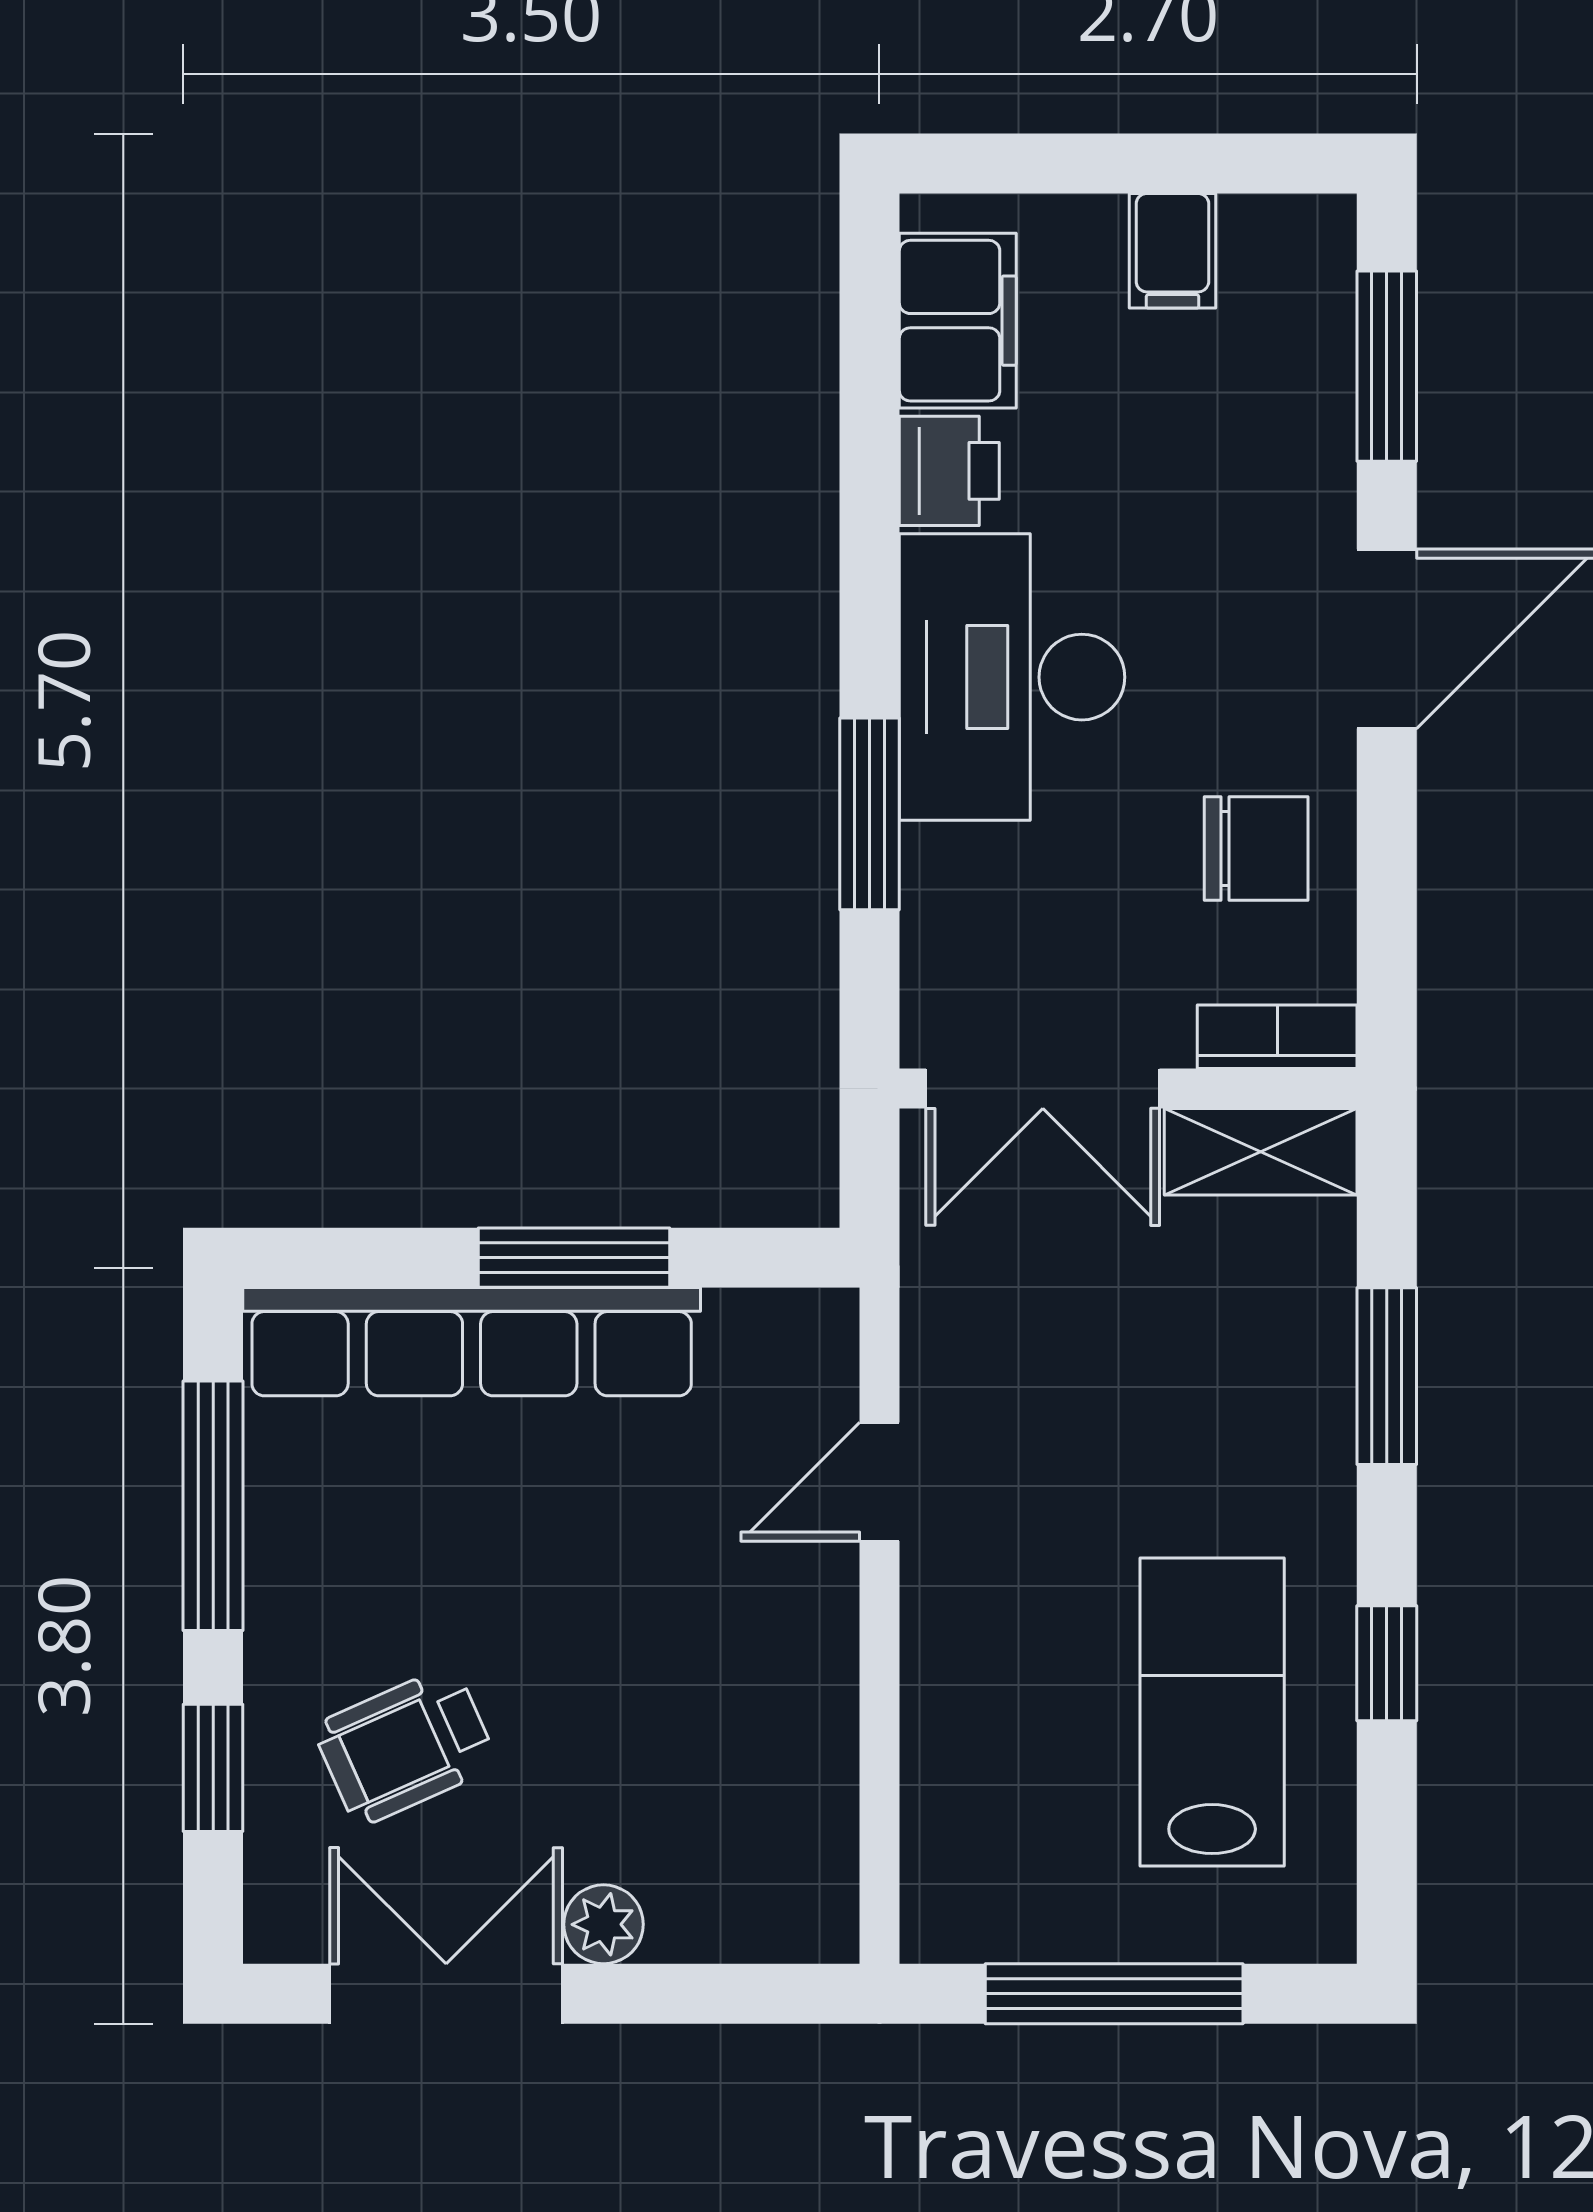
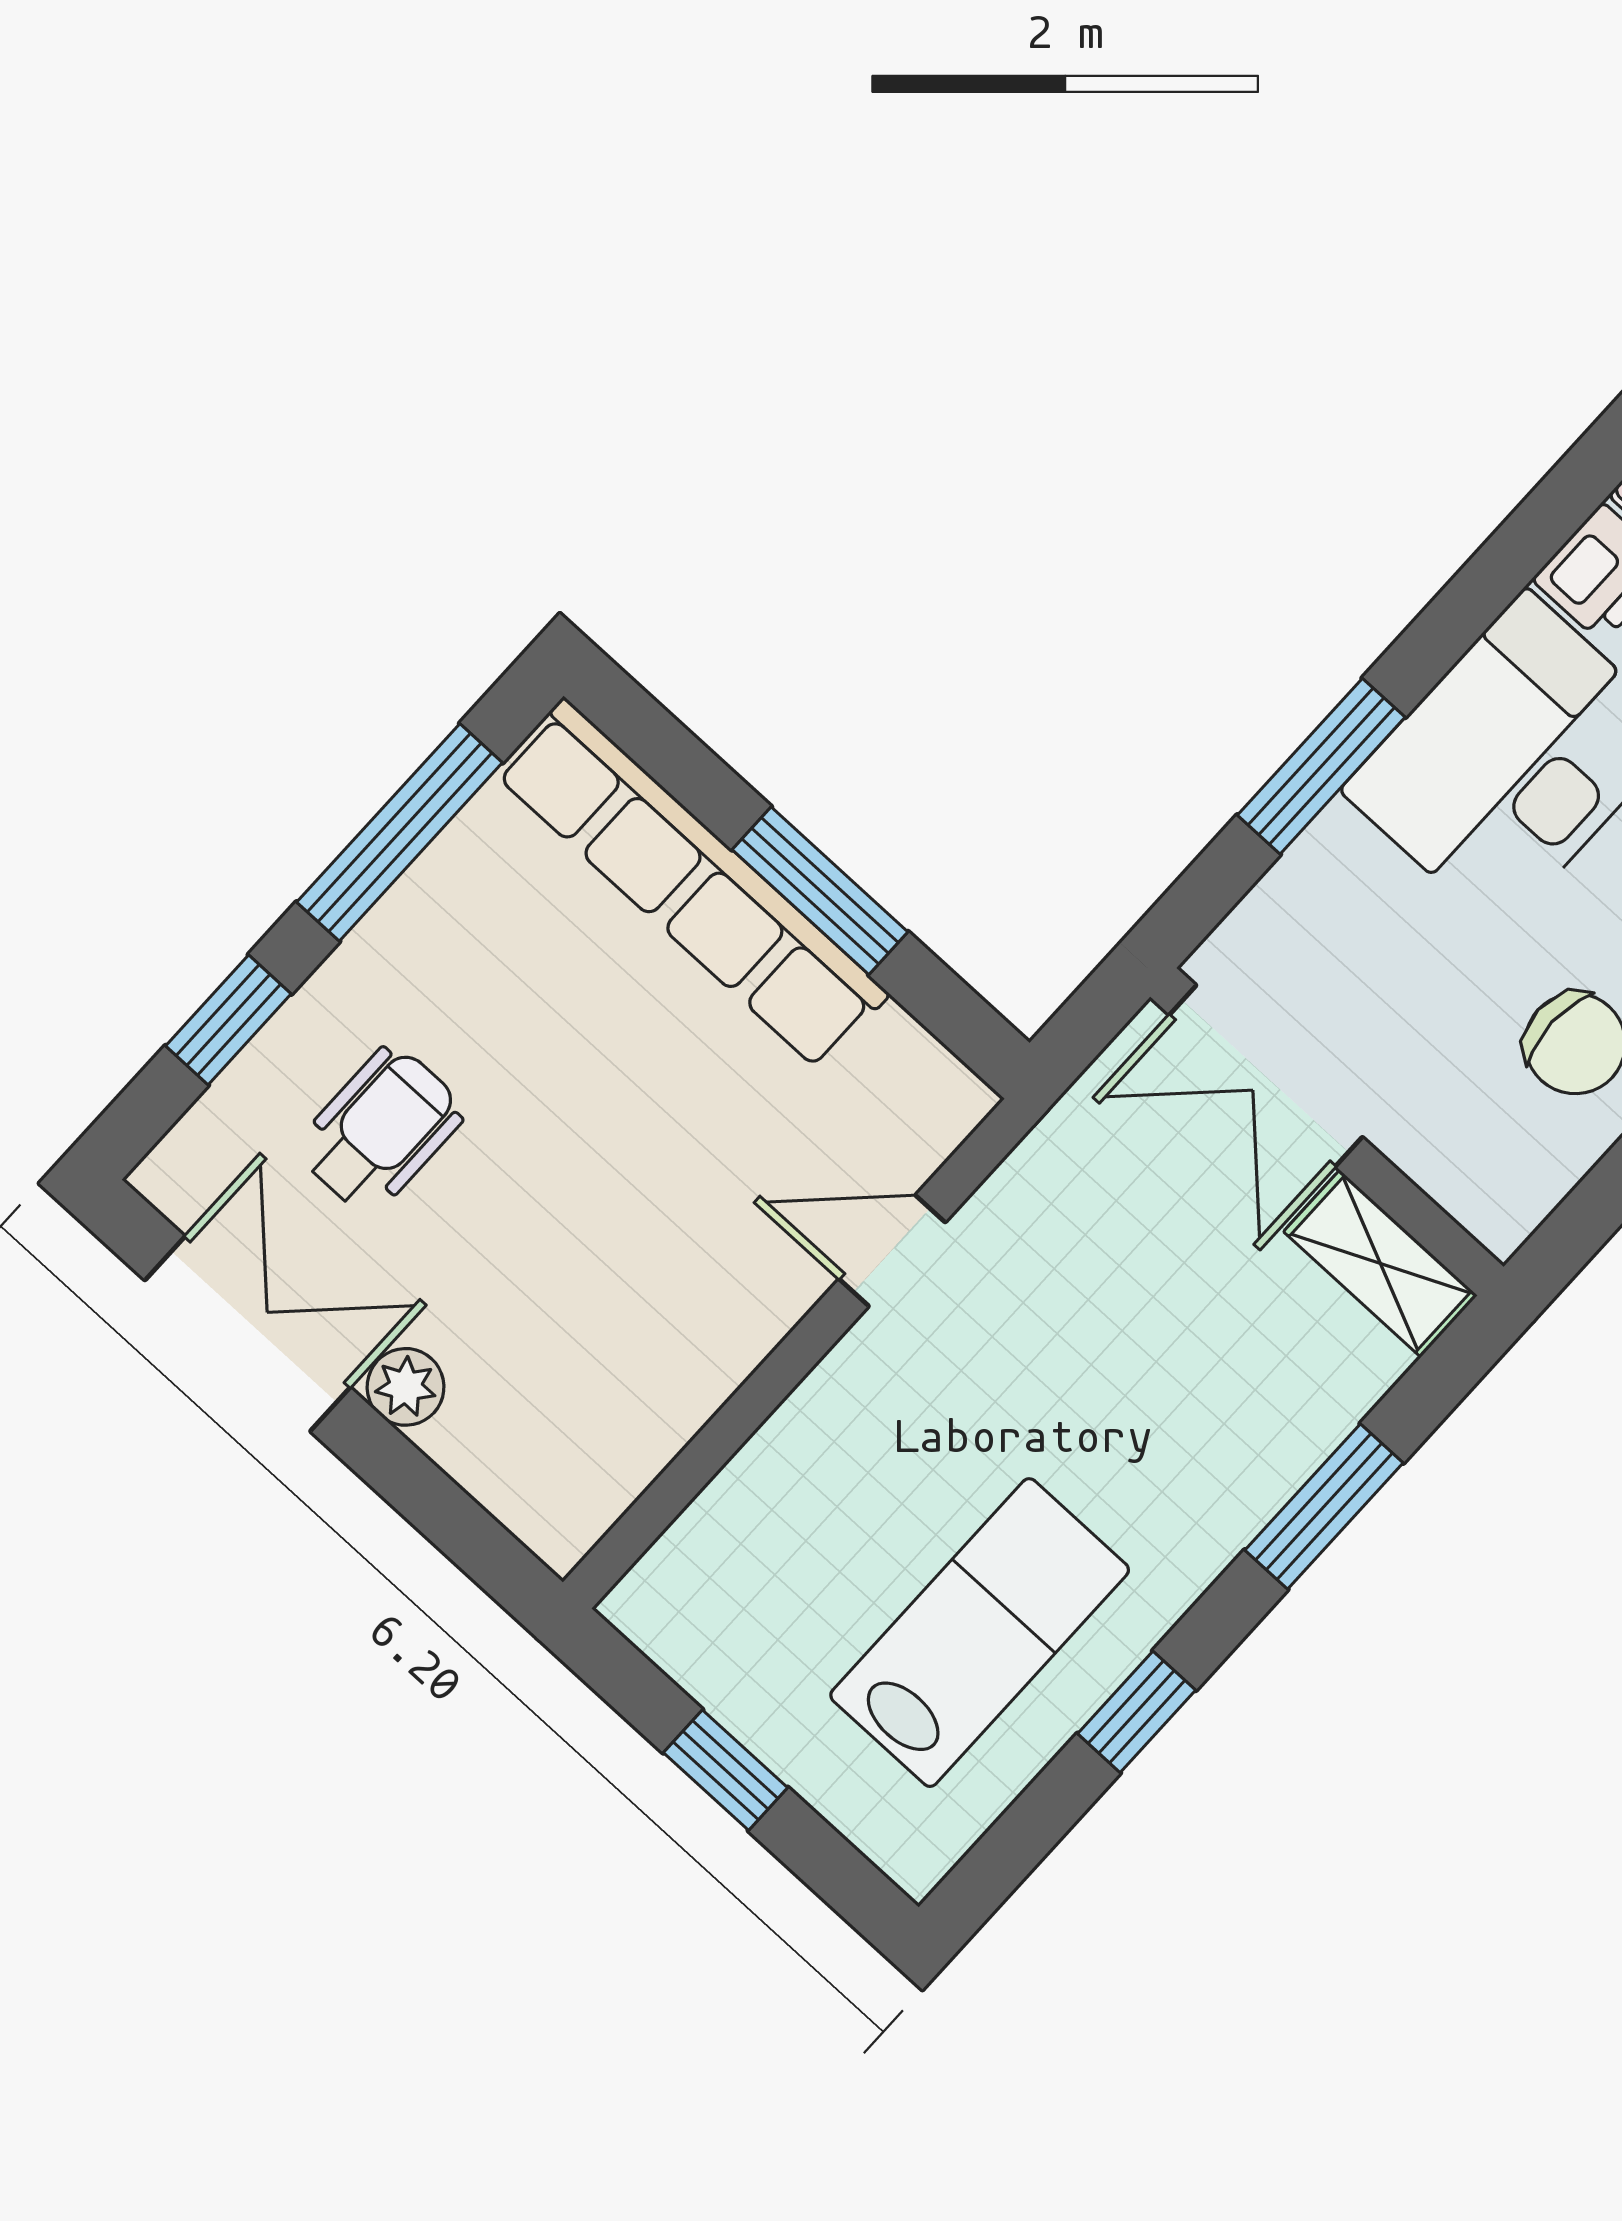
bookcase: (1277, 1037) -> (1467, 1192), removed
wheelchair: (405, 1746) -> (380, 1130), turned 114
window: (1114, 1994) -> (725, 1770), width x0.46

